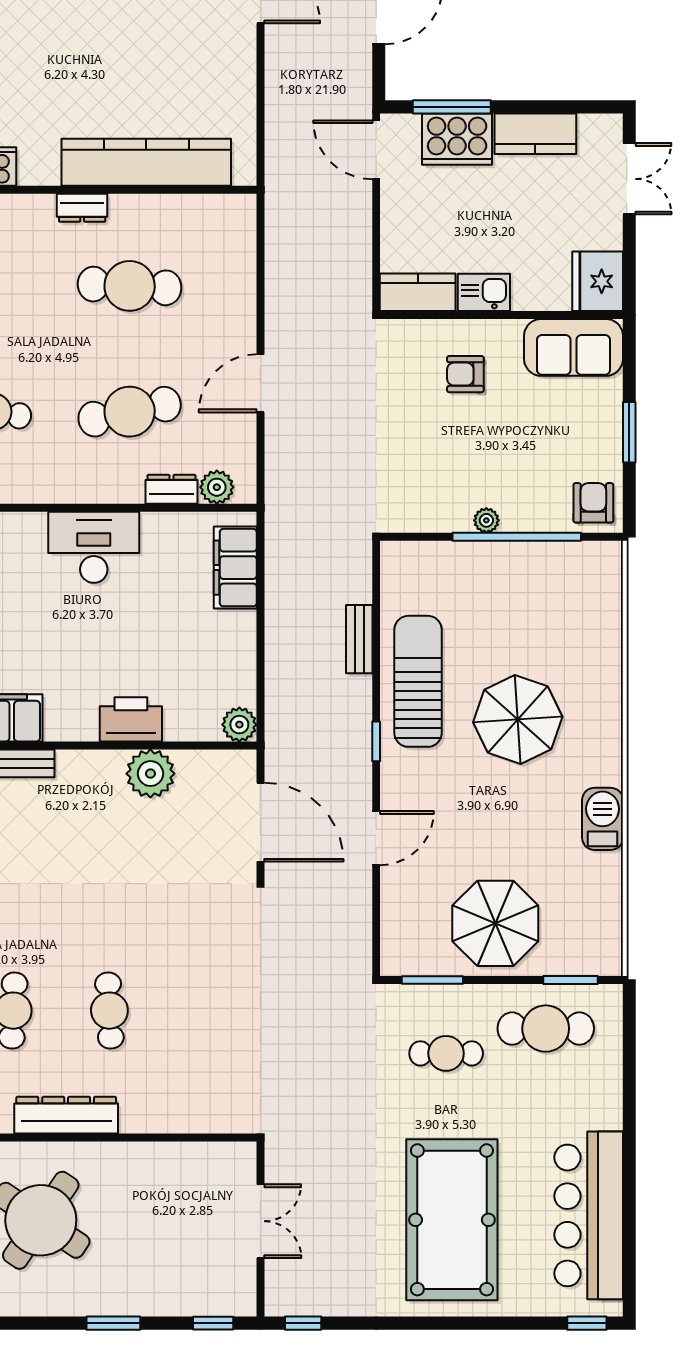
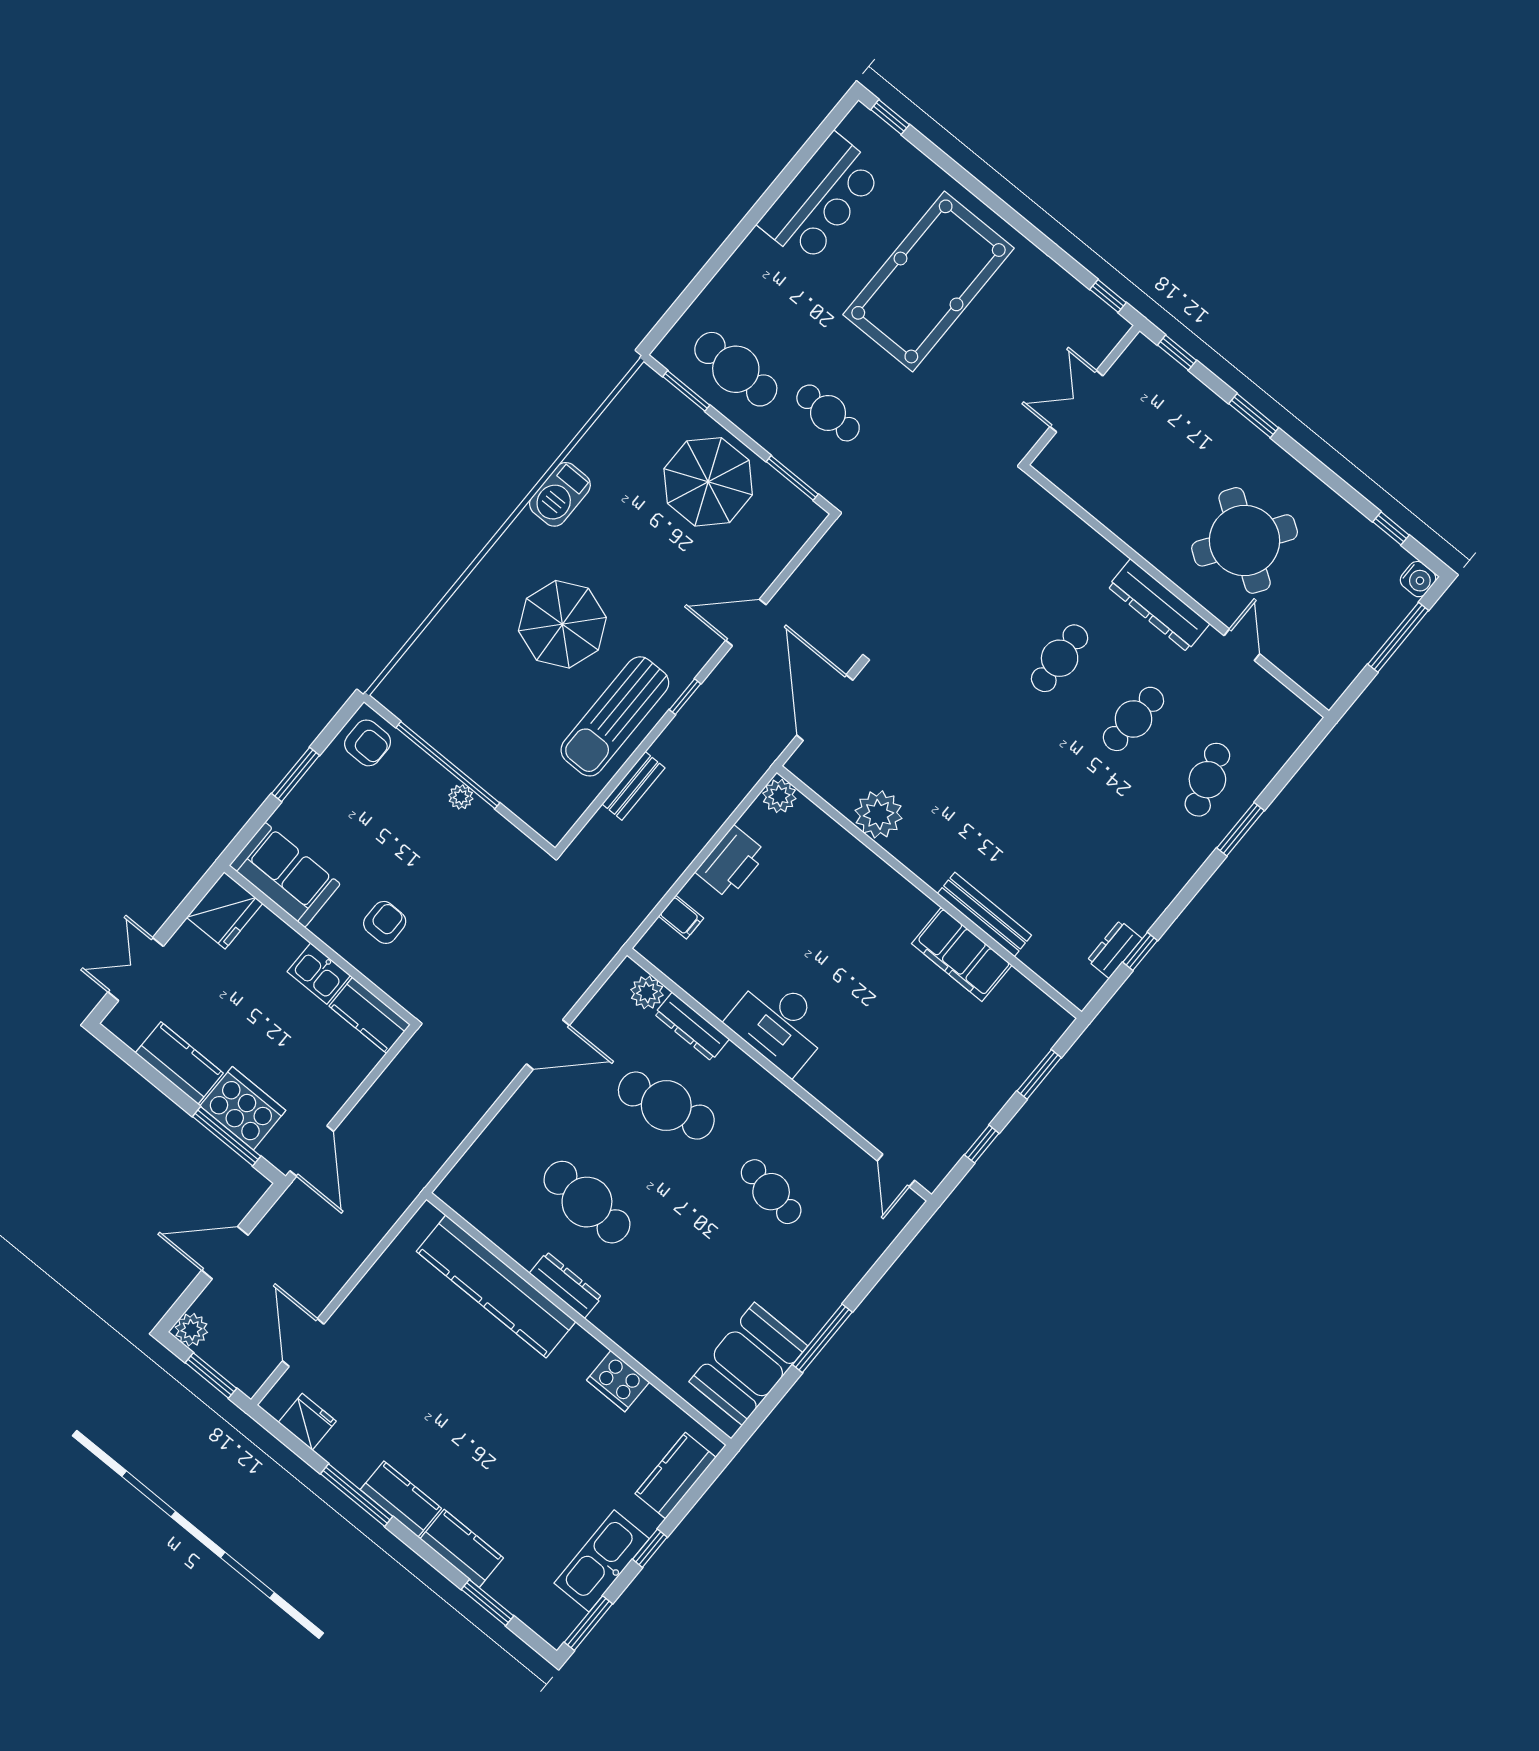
dresser: (82, 208) -> (566, 1285), width x1.44
armchair: (465, 374) -> (385, 922), turned -90
dresser: (171, 489) -> (692, 1027), width x1.44
armchair: (593, 503) -> (368, 743), turned -90
filing cabinet: (235, 568) -> (681, 917), width x0.33, depth x0.86
printer: (131, 719) -> (731, 862), moved, turned -90
bar counter: (589, 1215) -> (821, 199), width x0.73

